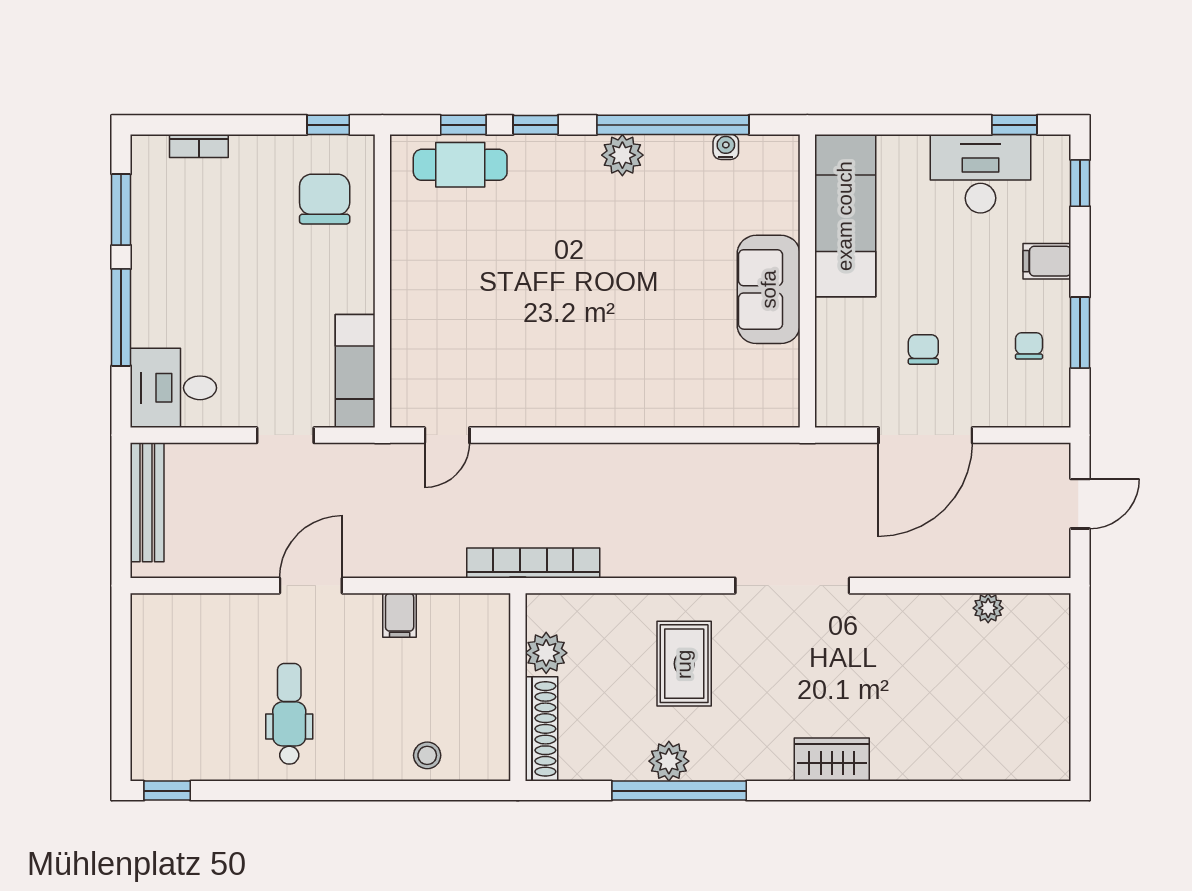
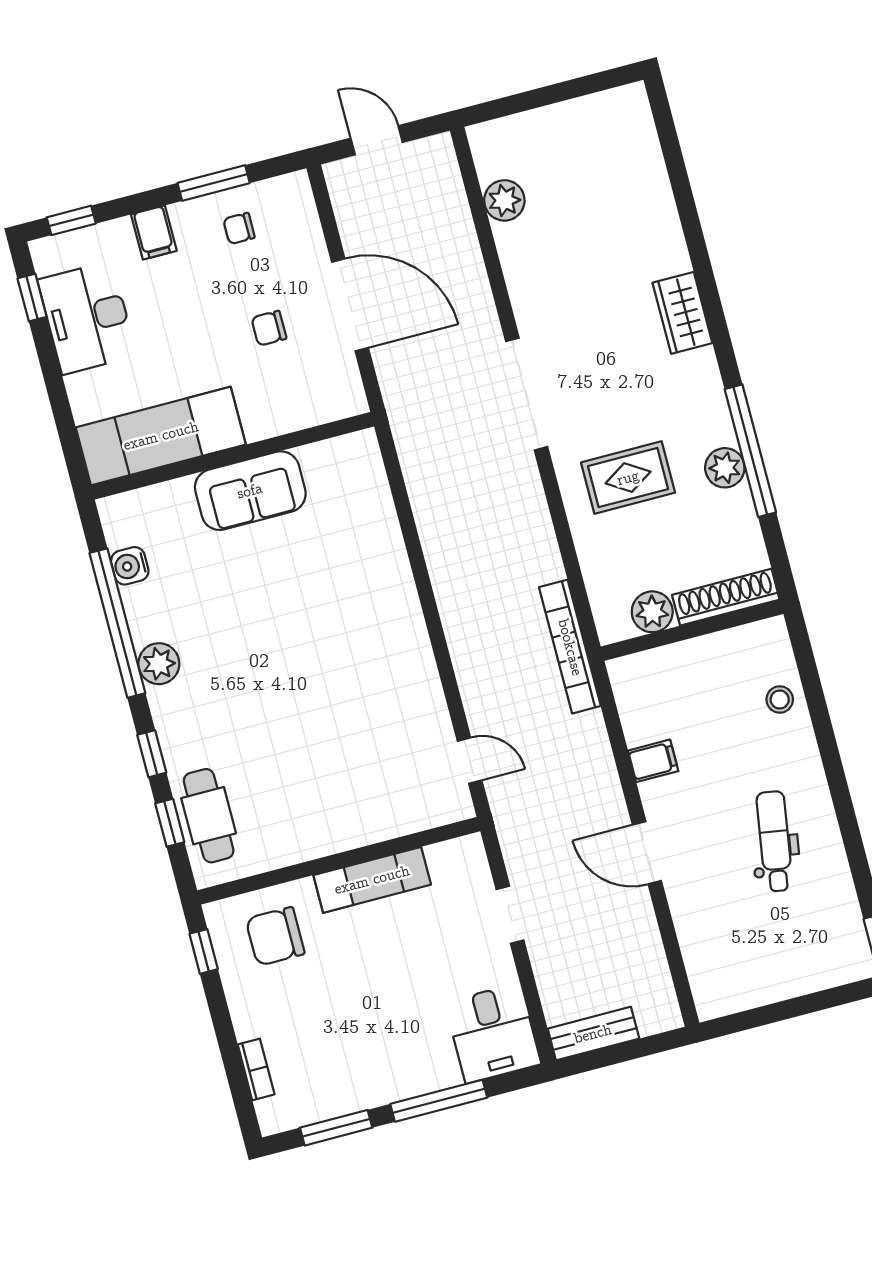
water cooler: (726, 147) -> (130, 566), width x1.38, depth x1.38
exam couch: (355, 371) -> (372, 880), moved
bench: (147, 502) -> (593, 1034), width x0.73
plant: (988, 608) -> (504, 200), width x1.38, depth x1.38
dental chair: (289, 714) -> (775, 841), turned 99

